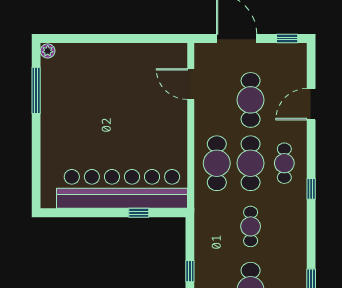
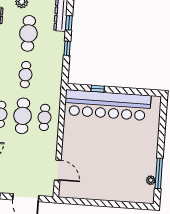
plant: (48, 51) -> (151, 180), moved
cafe table: (251, 100) -> (20, 157), removed
cafe table: (217, 163) -> (45, 117), width x0.73, depth x0.74

